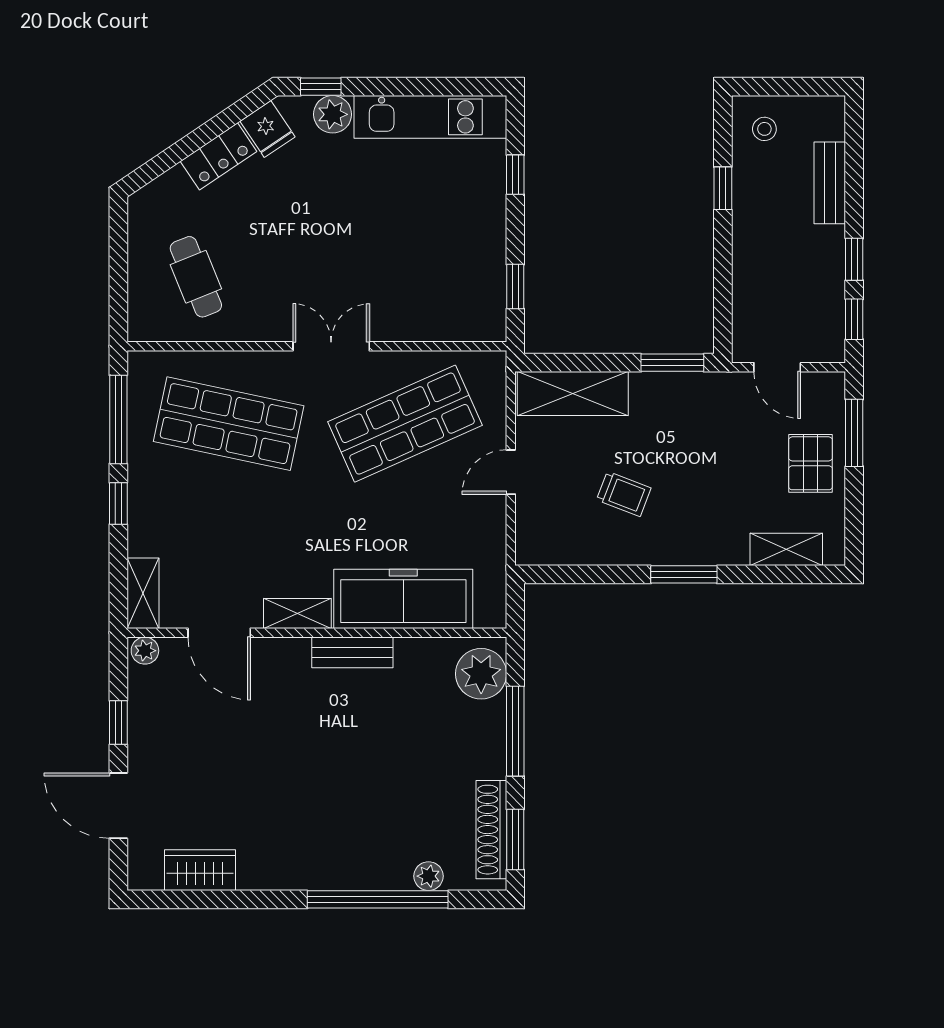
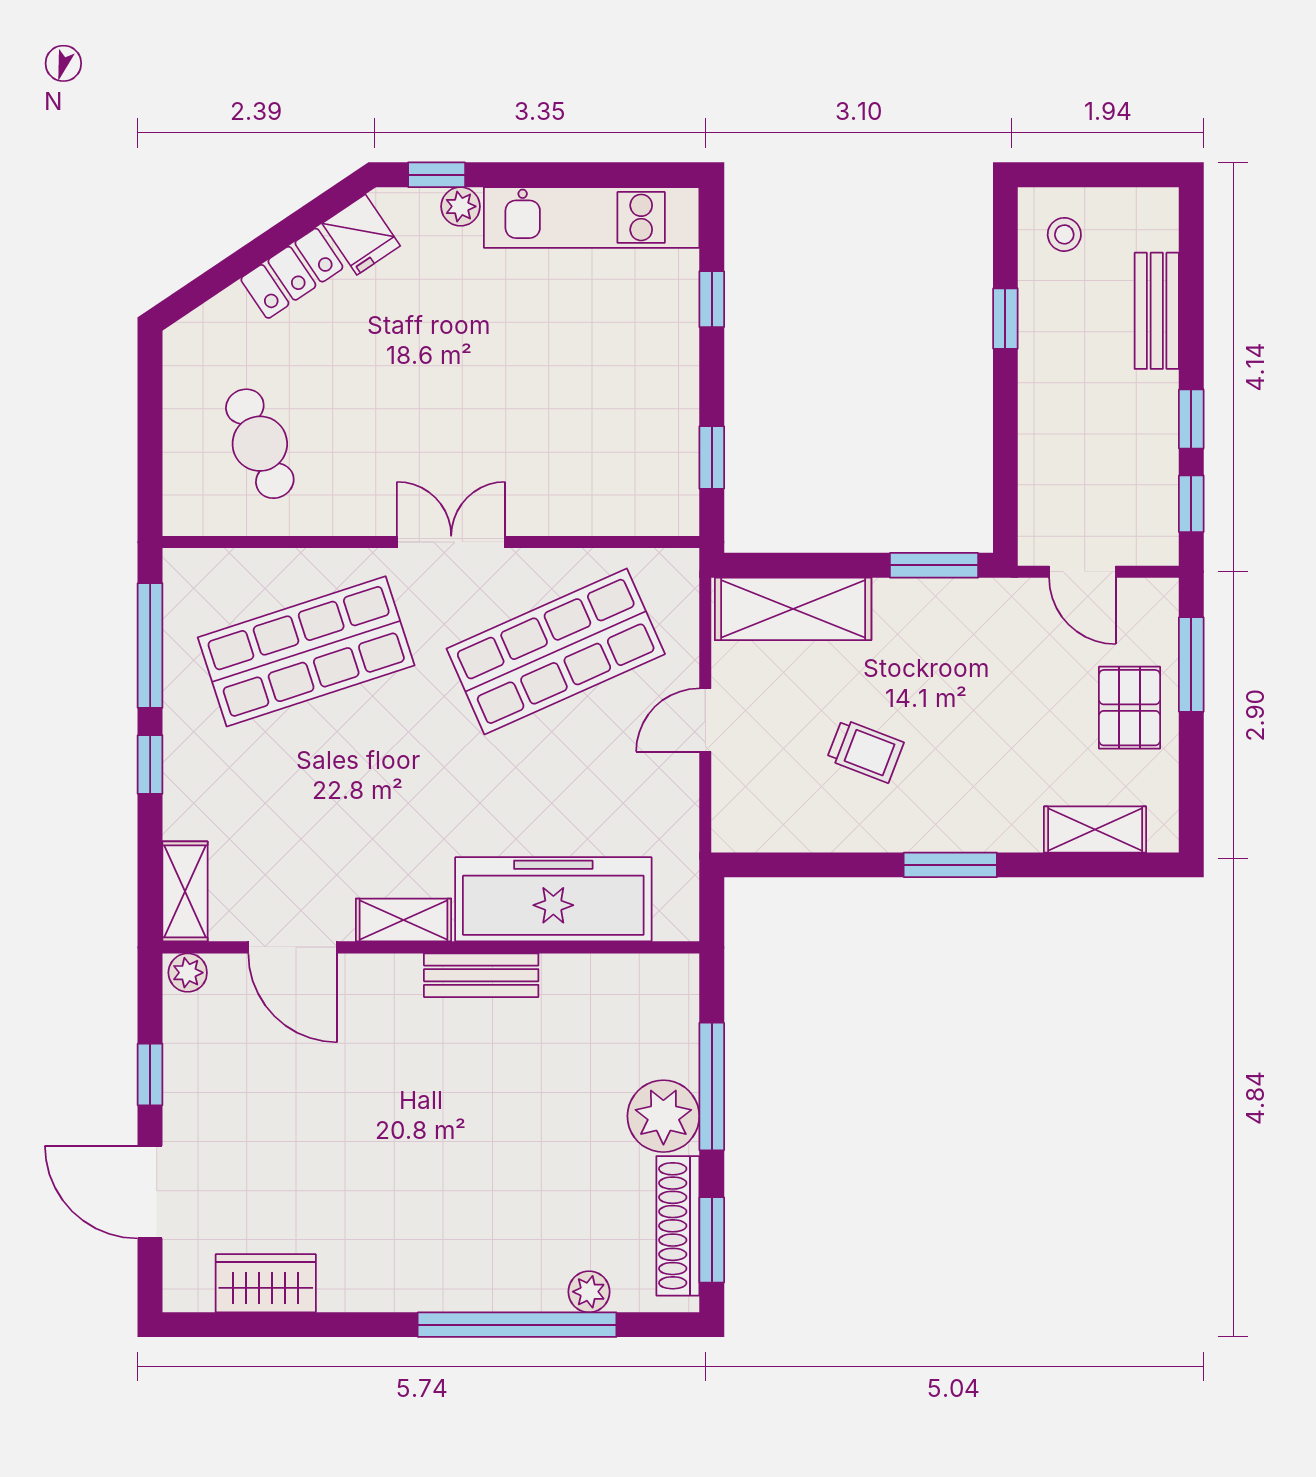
plant: (333, 114) -> (460, 206), width x0.73, depth x0.73
shop shelf: (229, 424) -> (306, 651), turned -30
plant: (481, 674) -> (663, 1116), moved

